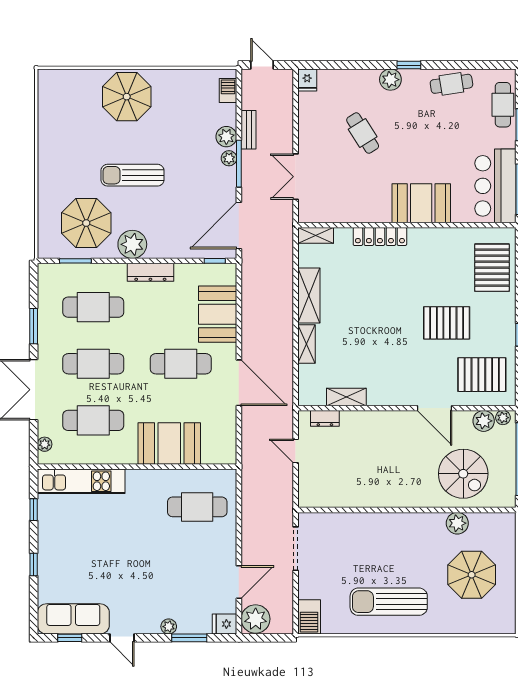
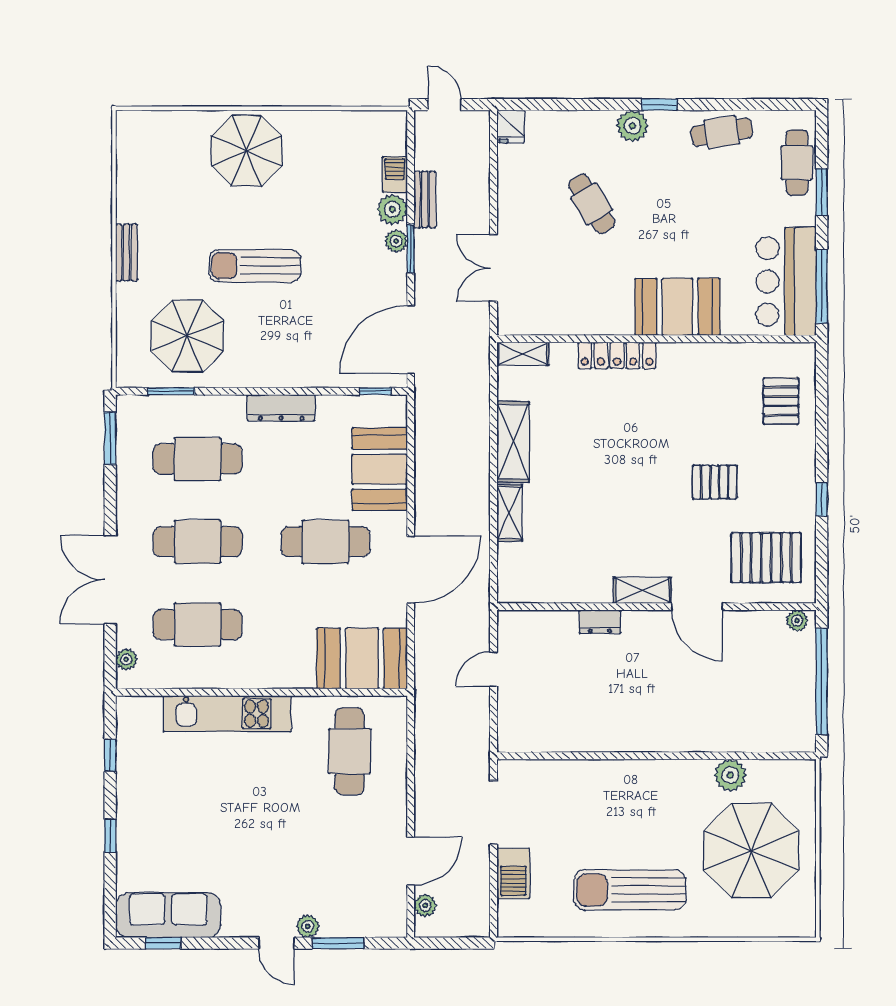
barbecue: (228, 90) -> (395, 174), moved
window: (239, 164) -> (411, 249), width x0.69
bench: (45, 166) -> (127, 252), added
plant: (132, 244) -> (255, 367), removed
pallet: (492, 268) -> (781, 401), width x0.67, depth x0.71
pallet: (447, 323) -> (715, 482), width x0.67, depth x0.71
window: (34, 326) -> (110, 438), moved
door: (239, 383) -> (411, 570), hinge flipped
shelving: (346, 397) -> (642, 590), moved
dresser: (325, 418) -> (600, 622), moved
plant: (484, 421) -> (769, 625), removed
booth: (169, 444) -> (362, 658), moved
door: (296, 451) -> (494, 669), hinge flipped
spiral stairs: (463, 474) -> (739, 703), removed
kitchen unit: (81, 481) -> (227, 714), moved
cafe table: (197, 507) -> (350, 751), turned 90
parasol: (472, 575) -> (751, 851), width x1.36, depth x1.36
barbecue: (309, 617) -> (513, 873), moved
plant: (256, 619) -> (425, 905), width x0.53, depth x0.53
fridge: (225, 624) -> (390, 923), removed
door: (122, 638) -> (276, 943), moved

